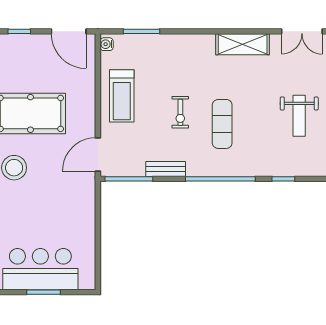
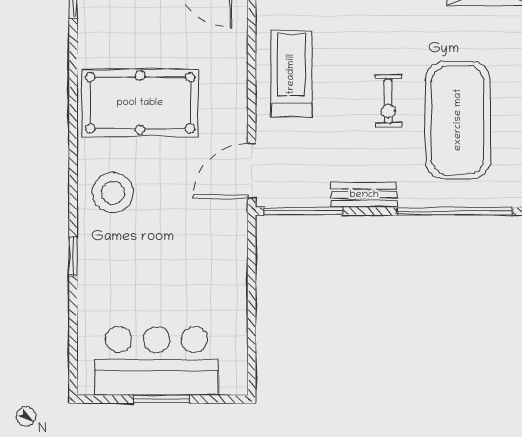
treadmill: (122, 96) -> (291, 74), turned 180
exercise mat: (222, 124) -> (458, 120), width x2.00, depth x1.45

